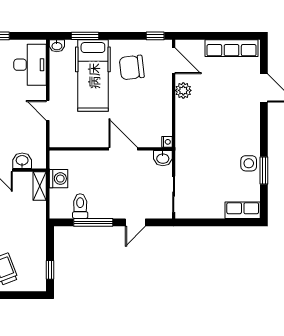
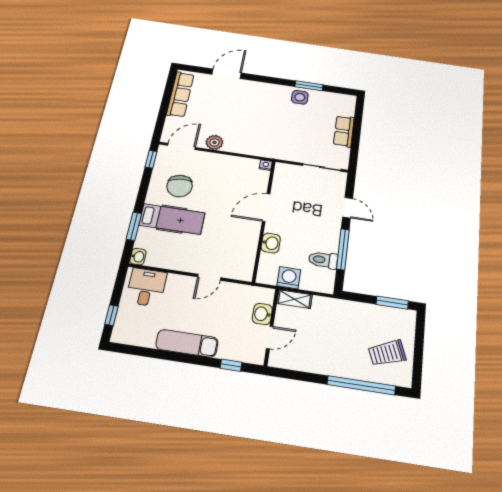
desk: (30, 65) -> (146, 287), width x0.73
hospital bed: (93, 76) -> (172, 219), width x0.73, depth x0.78
washbasin: (163, 158) -> (271, 243), moved
row of seats: (243, 210) -> (344, 131), moved
window: (50, 270) -> (392, 303), width x1.50

